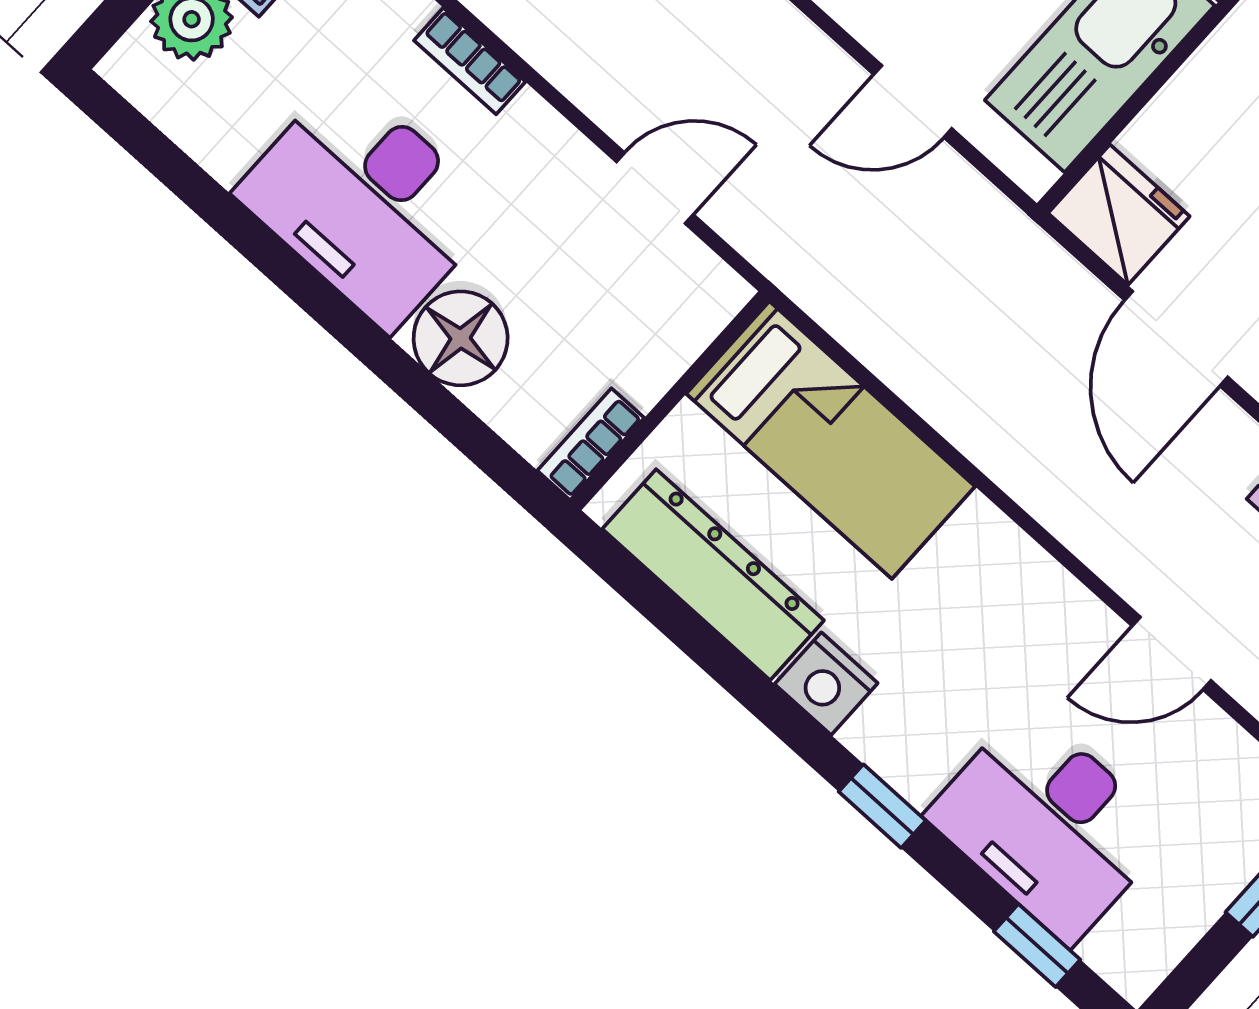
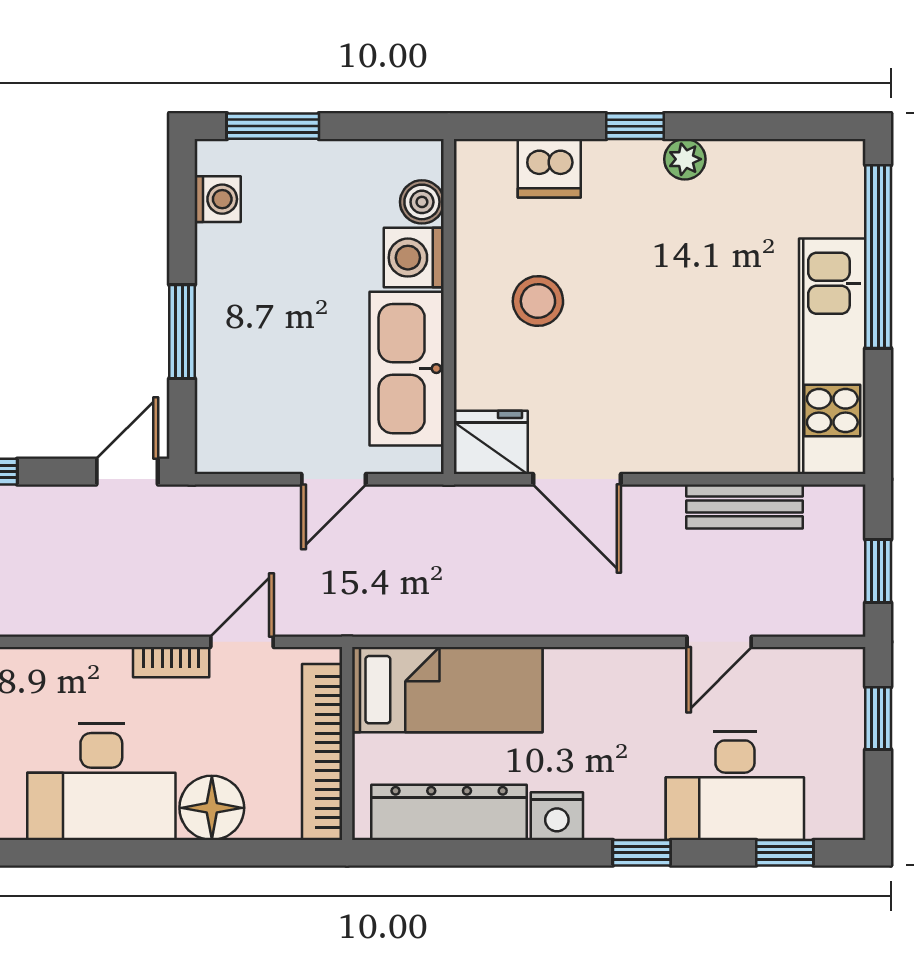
bookcase: (470, 61) -> (171, 662), moved
bookcase: (591, 444) -> (322, 752), width x2.31, depth x1.31

